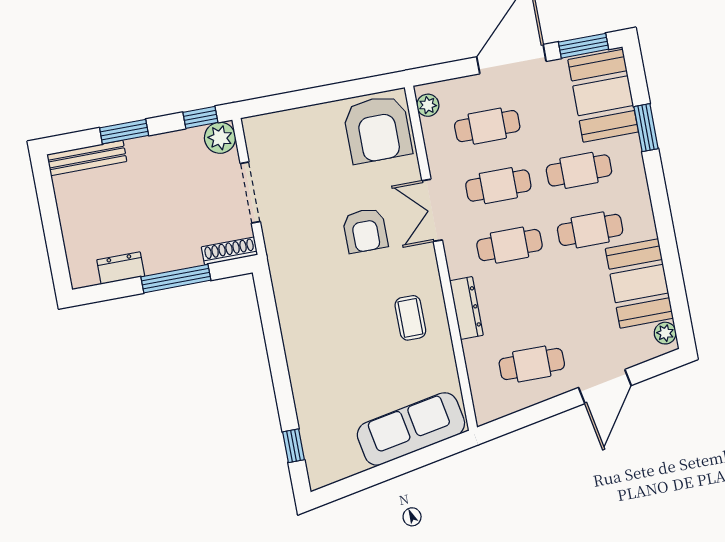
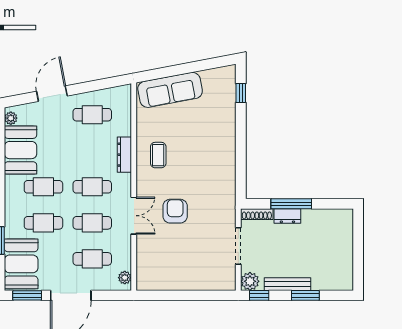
armchair: (378, 129) -> (157, 269), removed
bench: (87, 158) -> (288, 284), moved
dresser: (121, 268) -> (287, 216), moved

